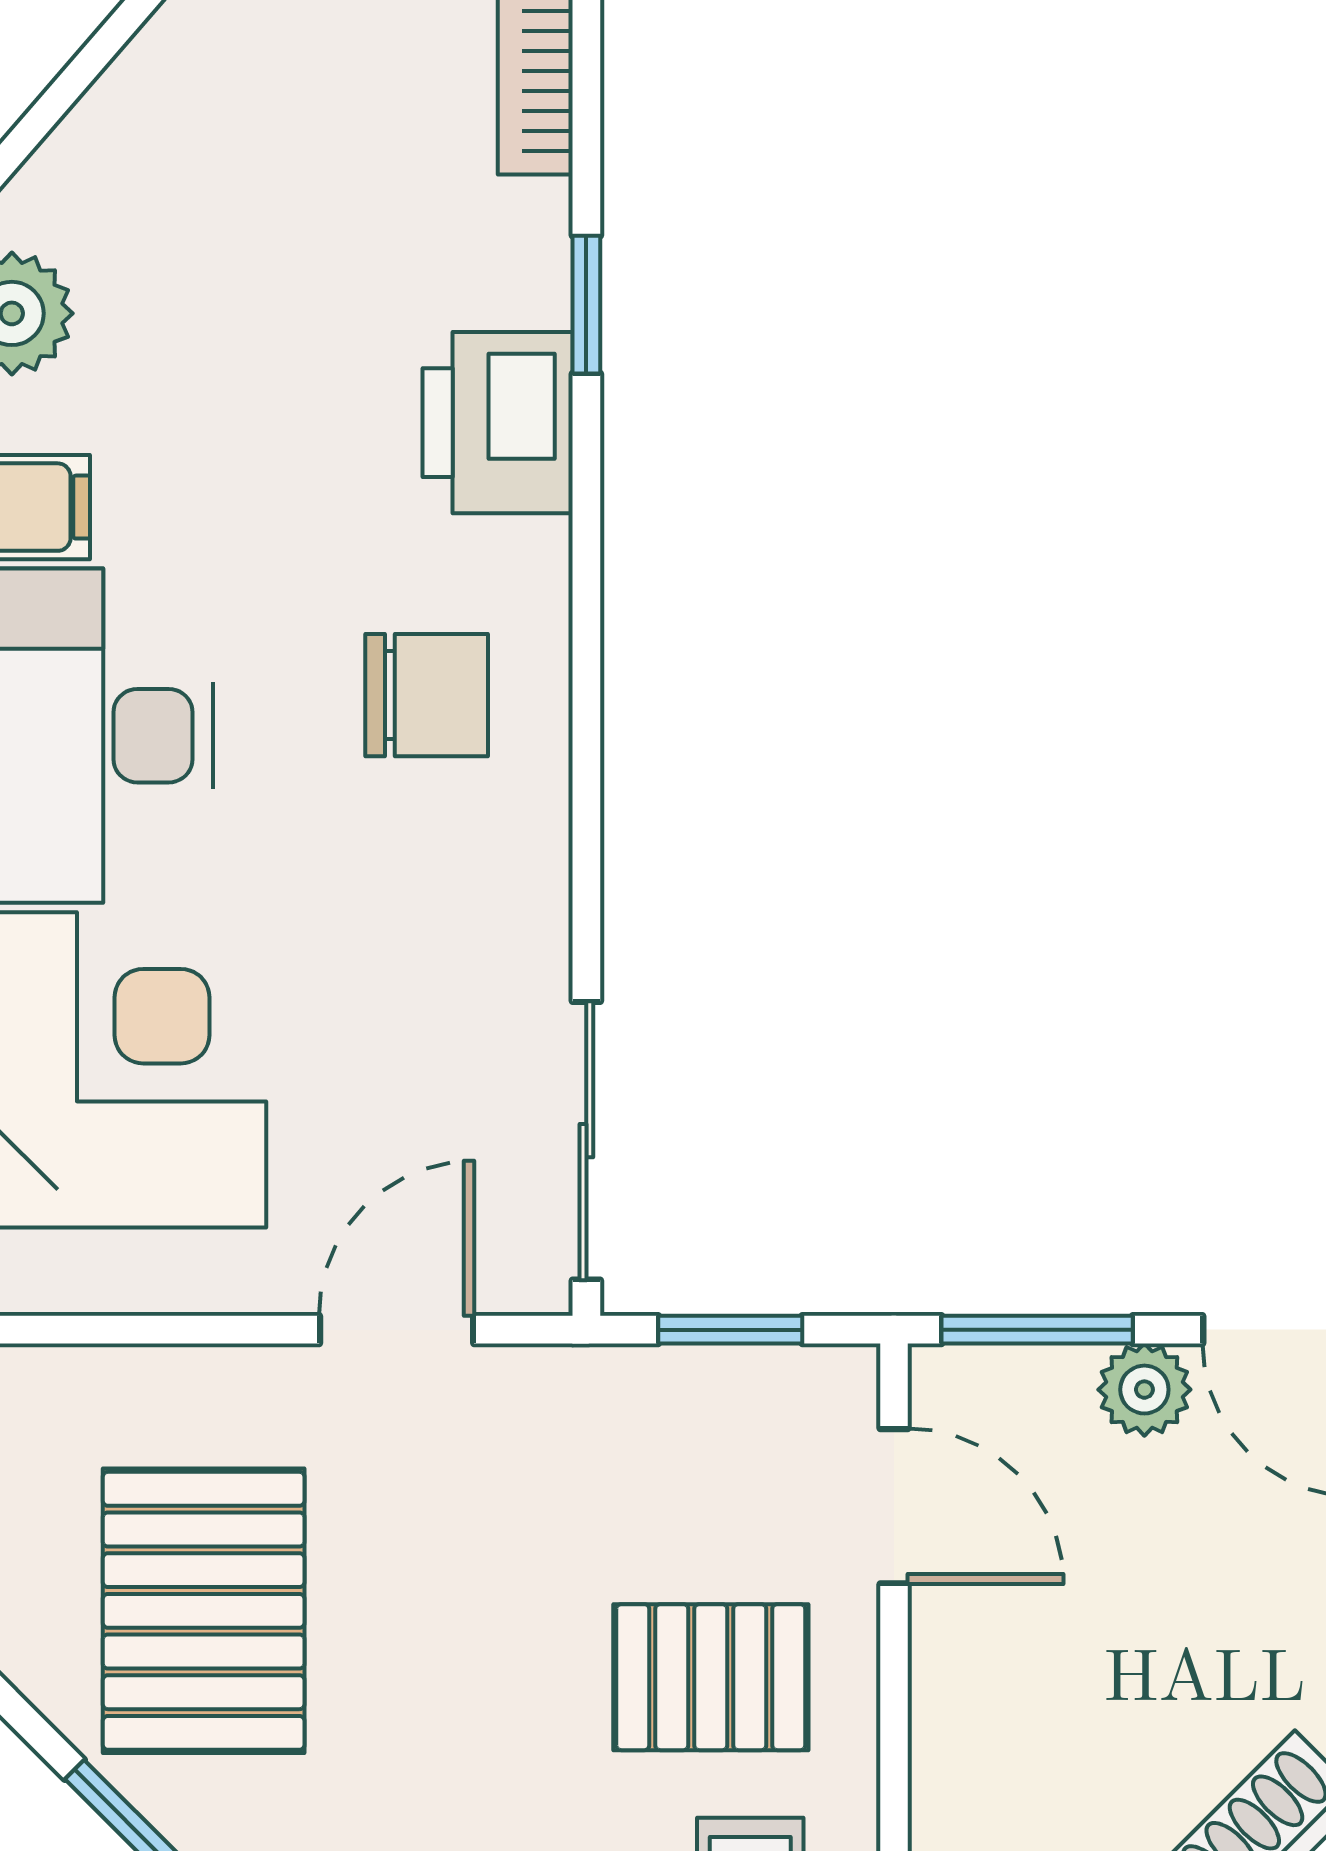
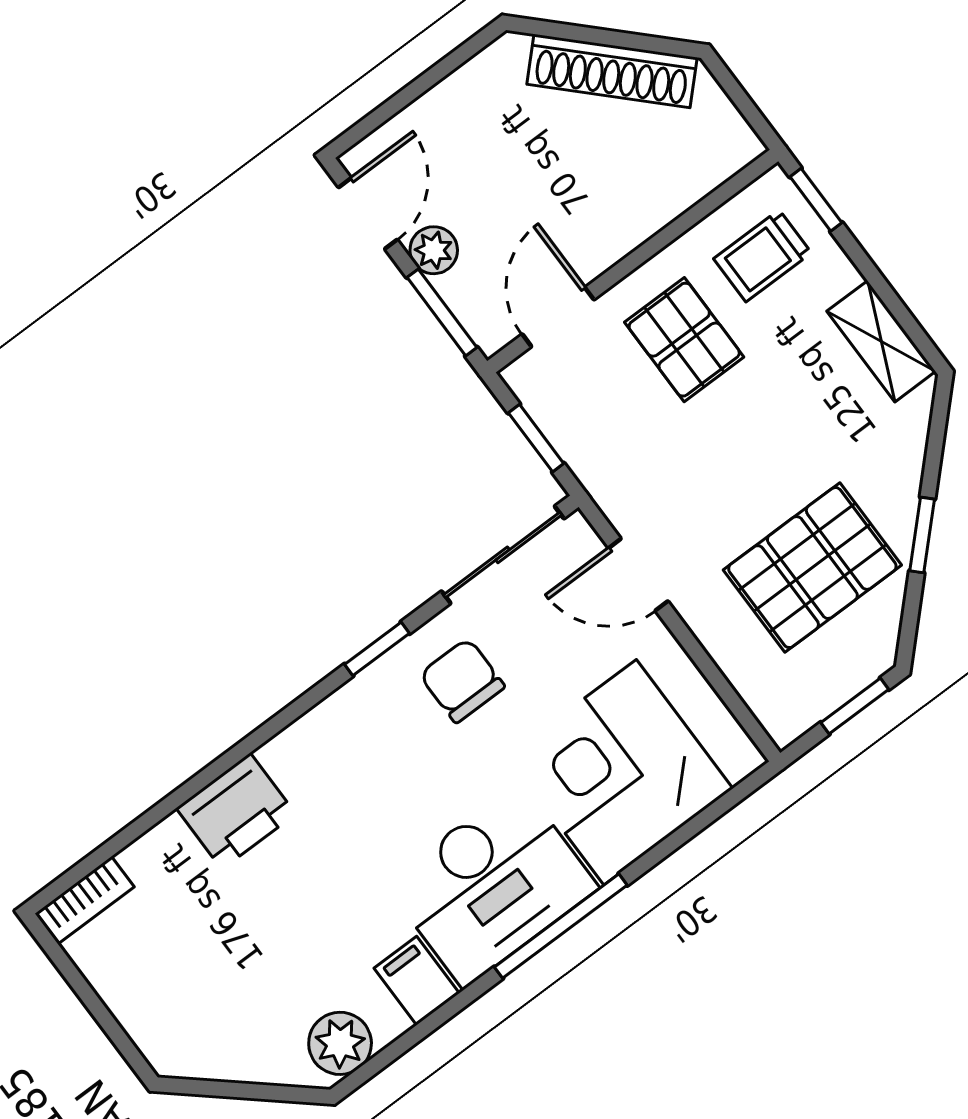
window: (586, 305) -> (377, 649), moved
chair: (427, 695) -> (462, 681), moved

